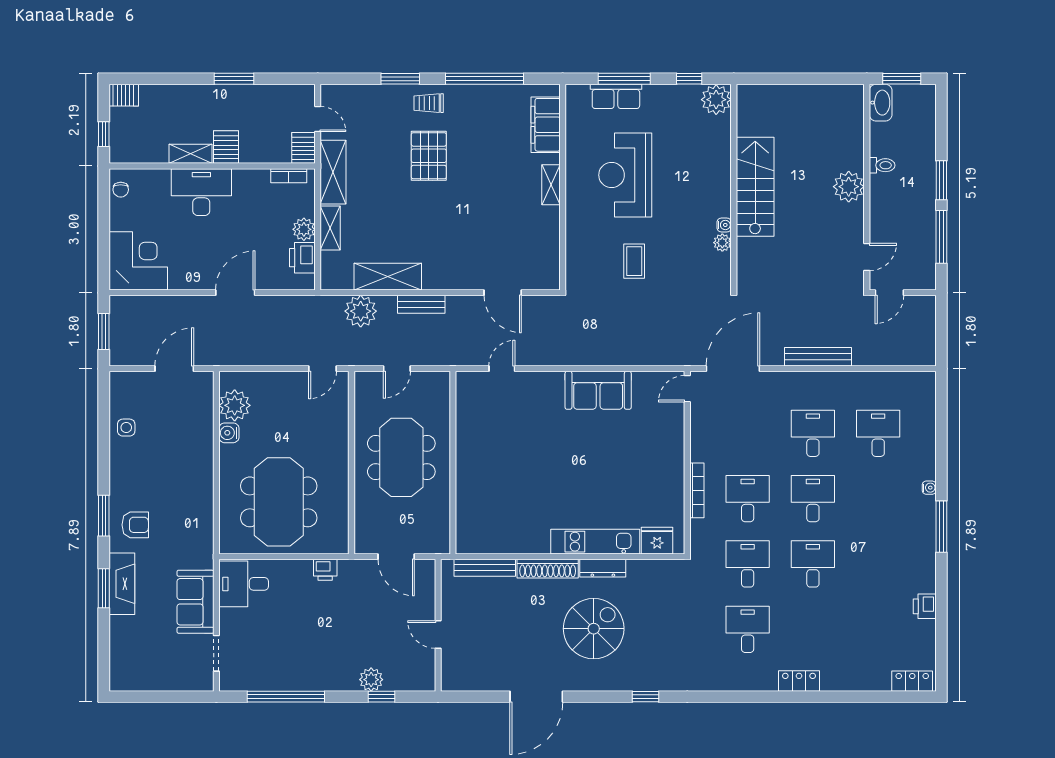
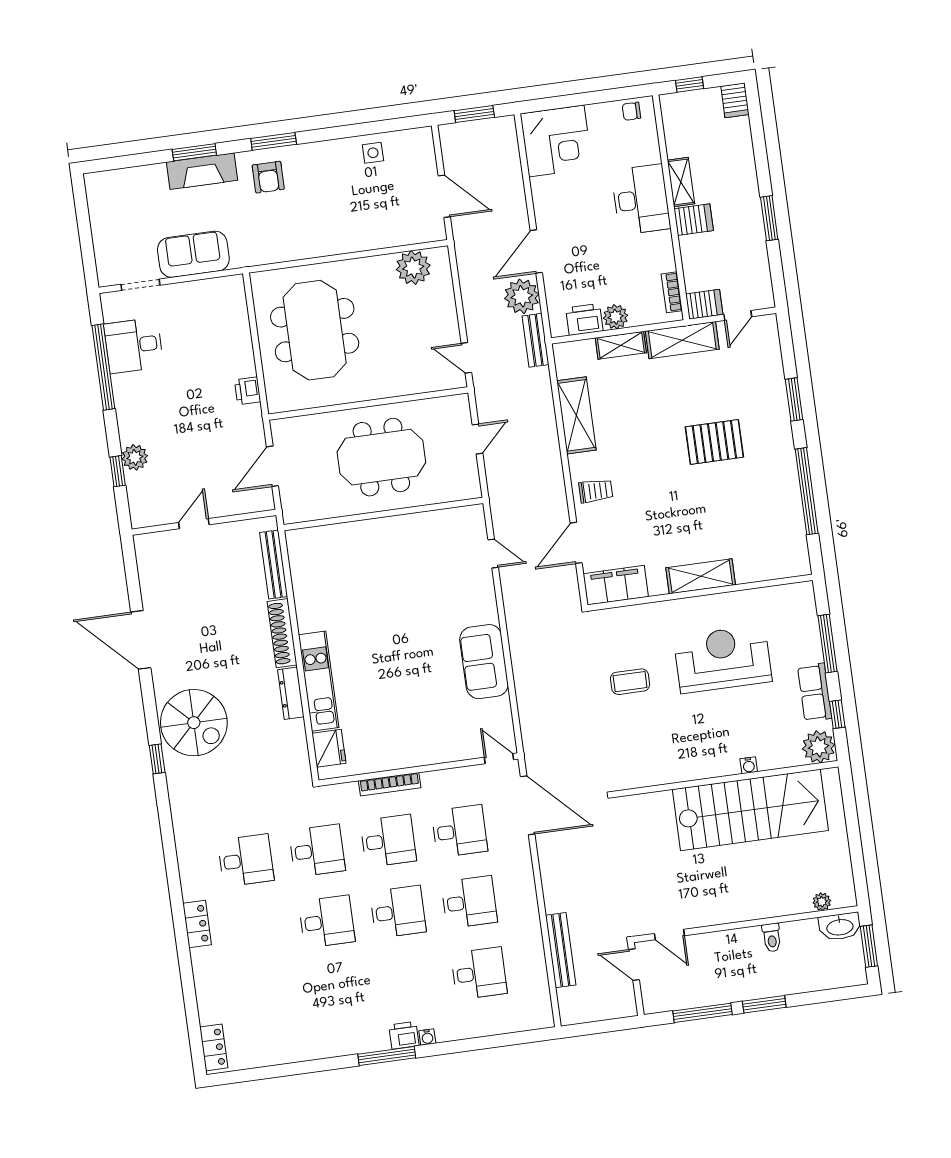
row of seats: (616, 96) -> (815, 692), moved
trolley: (429, 103) -> (596, 491), moved, turned 90
filing cabinet: (546, 125) -> (616, 585), moved
shelving: (551, 185) -> (701, 576), width x1.50, depth x1.33
stairs: (755, 187) -> (750, 810), width x1.36, depth x1.51
plant: (849, 187) -> (822, 902), moved, width x0.53, depth x0.53
water cooler: (724, 225) -> (749, 765), moved
plant: (722, 243) -> (664, 775), removed
door: (235, 293) -> (536, 251), swing flipped
bench: (421, 304) -> (536, 340), moved
plant: (361, 311) -> (522, 296), moved
bench: (818, 357) -> (561, 950), moved
door: (397, 369) -> (477, 439), swing flipped
water cooler: (229, 433) -> (382, 265), removed
desk: (748, 433) -> (459, 831), added
meeting table: (279, 502) -> (315, 330), turned 90
desk: (244, 584) -> (134, 345), moved, turned -90
printer: (925, 606) -> (404, 1035), moved
spiral stairs: (594, 629) -> (194, 723), moved

